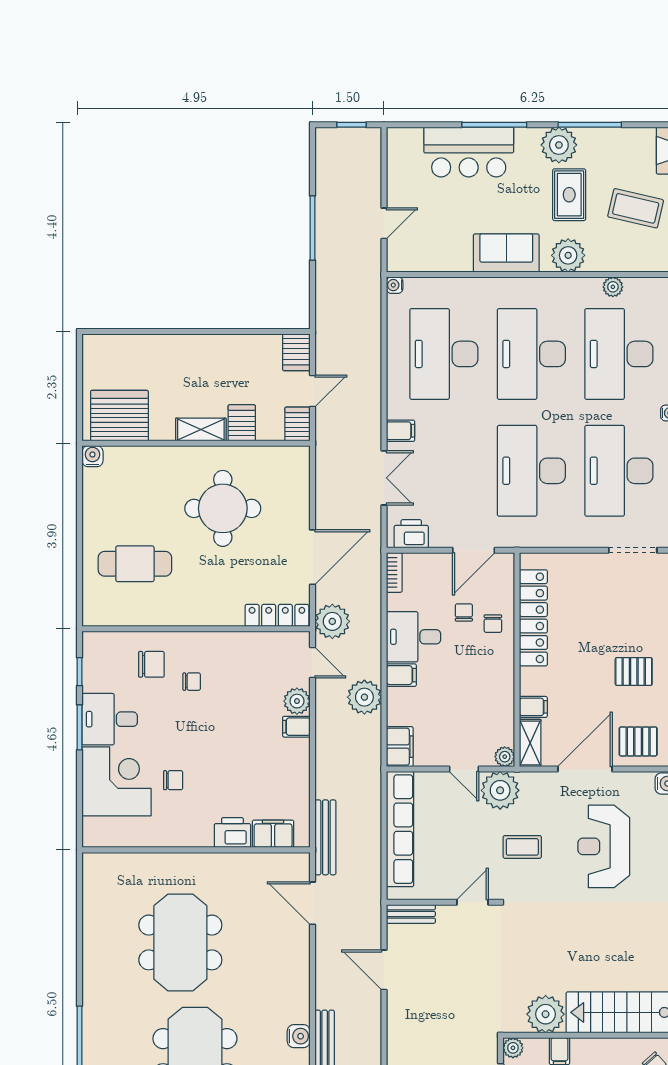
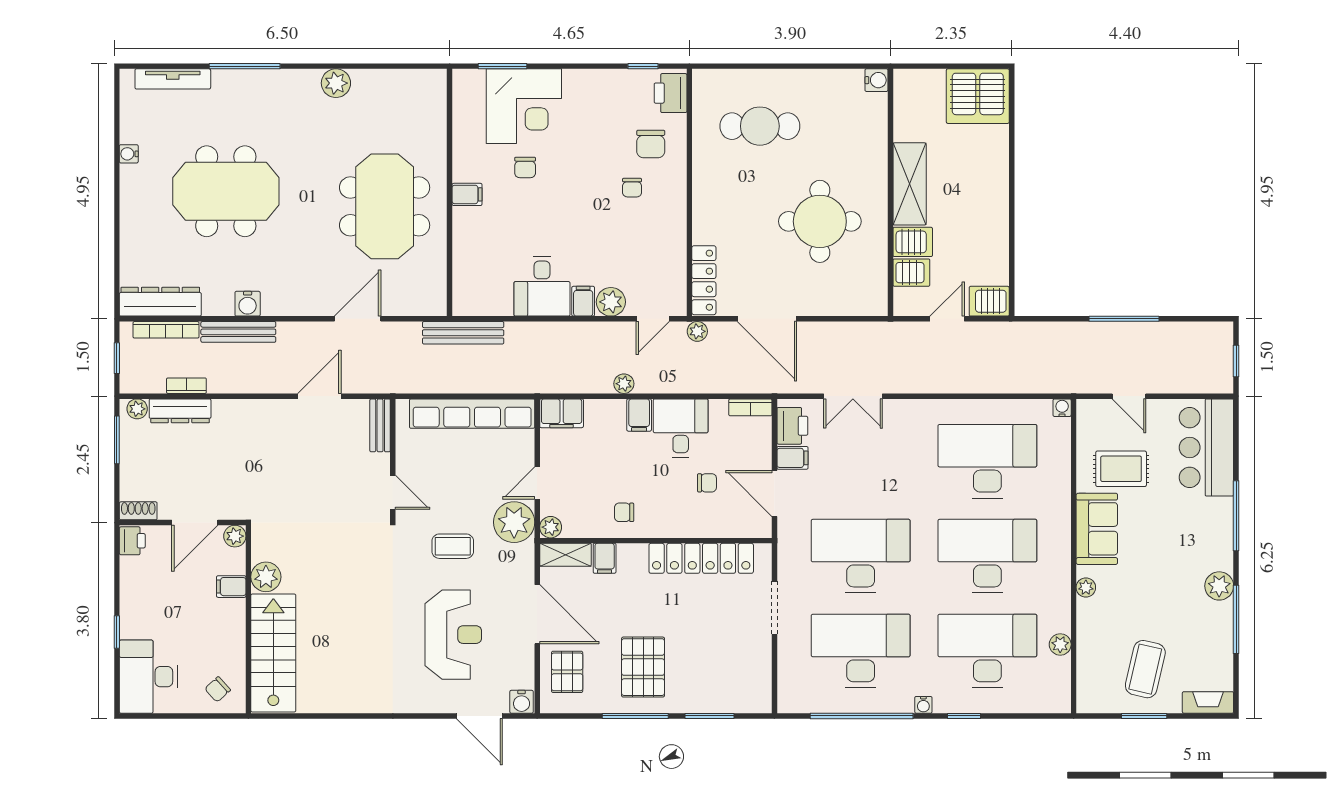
plant: (559, 145) -> (1219, 586), width x0.73, depth x0.73
bar counter: (469, 152) -> (1206, 447), moved
rug: (569, 195) -> (1121, 469), moved
plant: (568, 255) -> (1086, 587), width x0.53, depth x0.53
door: (313, 391) -> (947, 319), swing flipped
server rack: (119, 416) -> (978, 96), moved, turned 90
server rack: (298, 424) -> (911, 273), moved
shelving: (201, 430) -> (910, 184), width x1.50, depth x1.33
filing cabinet: (401, 431) -> (792, 458), moved, turned -90
doorway: (633, 550) -> (774, 608), moved
cafe table: (135, 564) -> (760, 126), turned 90
plant: (332, 621) -> (697, 331), width x0.53, depth x0.53
chair: (493, 624) -> (624, 512), moved
pallet: (634, 671) -> (643, 667), width x1.50, depth x1.42
plant: (364, 697) -> (624, 384), width x0.53, depth x0.53
desk: (110, 719) -> (542, 286), moved, turned 180
window: (80, 727) -> (502, 66), moved
printer: (232, 833) -> (671, 93), moved, turned 180
filing cabinet: (273, 834) -> (467, 194), moved, width x0.50
reception desk: (604, 846) -> (453, 635), turned 90
coffee table: (522, 847) -> (453, 546), turned 90
door: (313, 903) -> (358, 319), moved
meeting table: (180, 942) -> (385, 206), moved, turned 90
plant: (95, 955) -> (336, 83), added
plant: (546, 1014) -> (266, 577), width x0.73, depth x0.73

